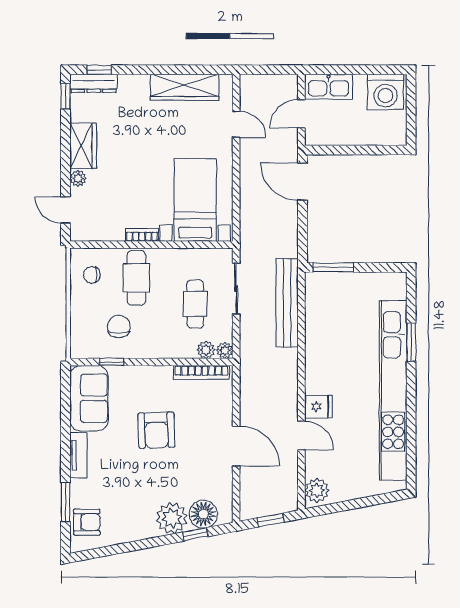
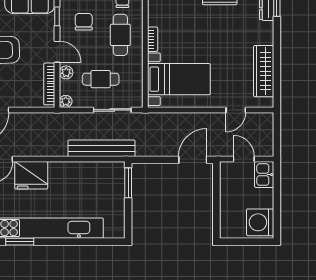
kitchen sink: (328, 87) -> (264, 175), width x0.73
cafe table: (136, 278) -> (120, 35), turned 90
chair: (119, 326) -> (84, 22), turned -90
window: (411, 342) -> (20, 242), moved
plant: (206, 350) -> (66, 72), moved
door: (159, 362) -> (57, 52), added
fridge: (318, 407) -> (31, 175), width x1.88, depth x1.34

